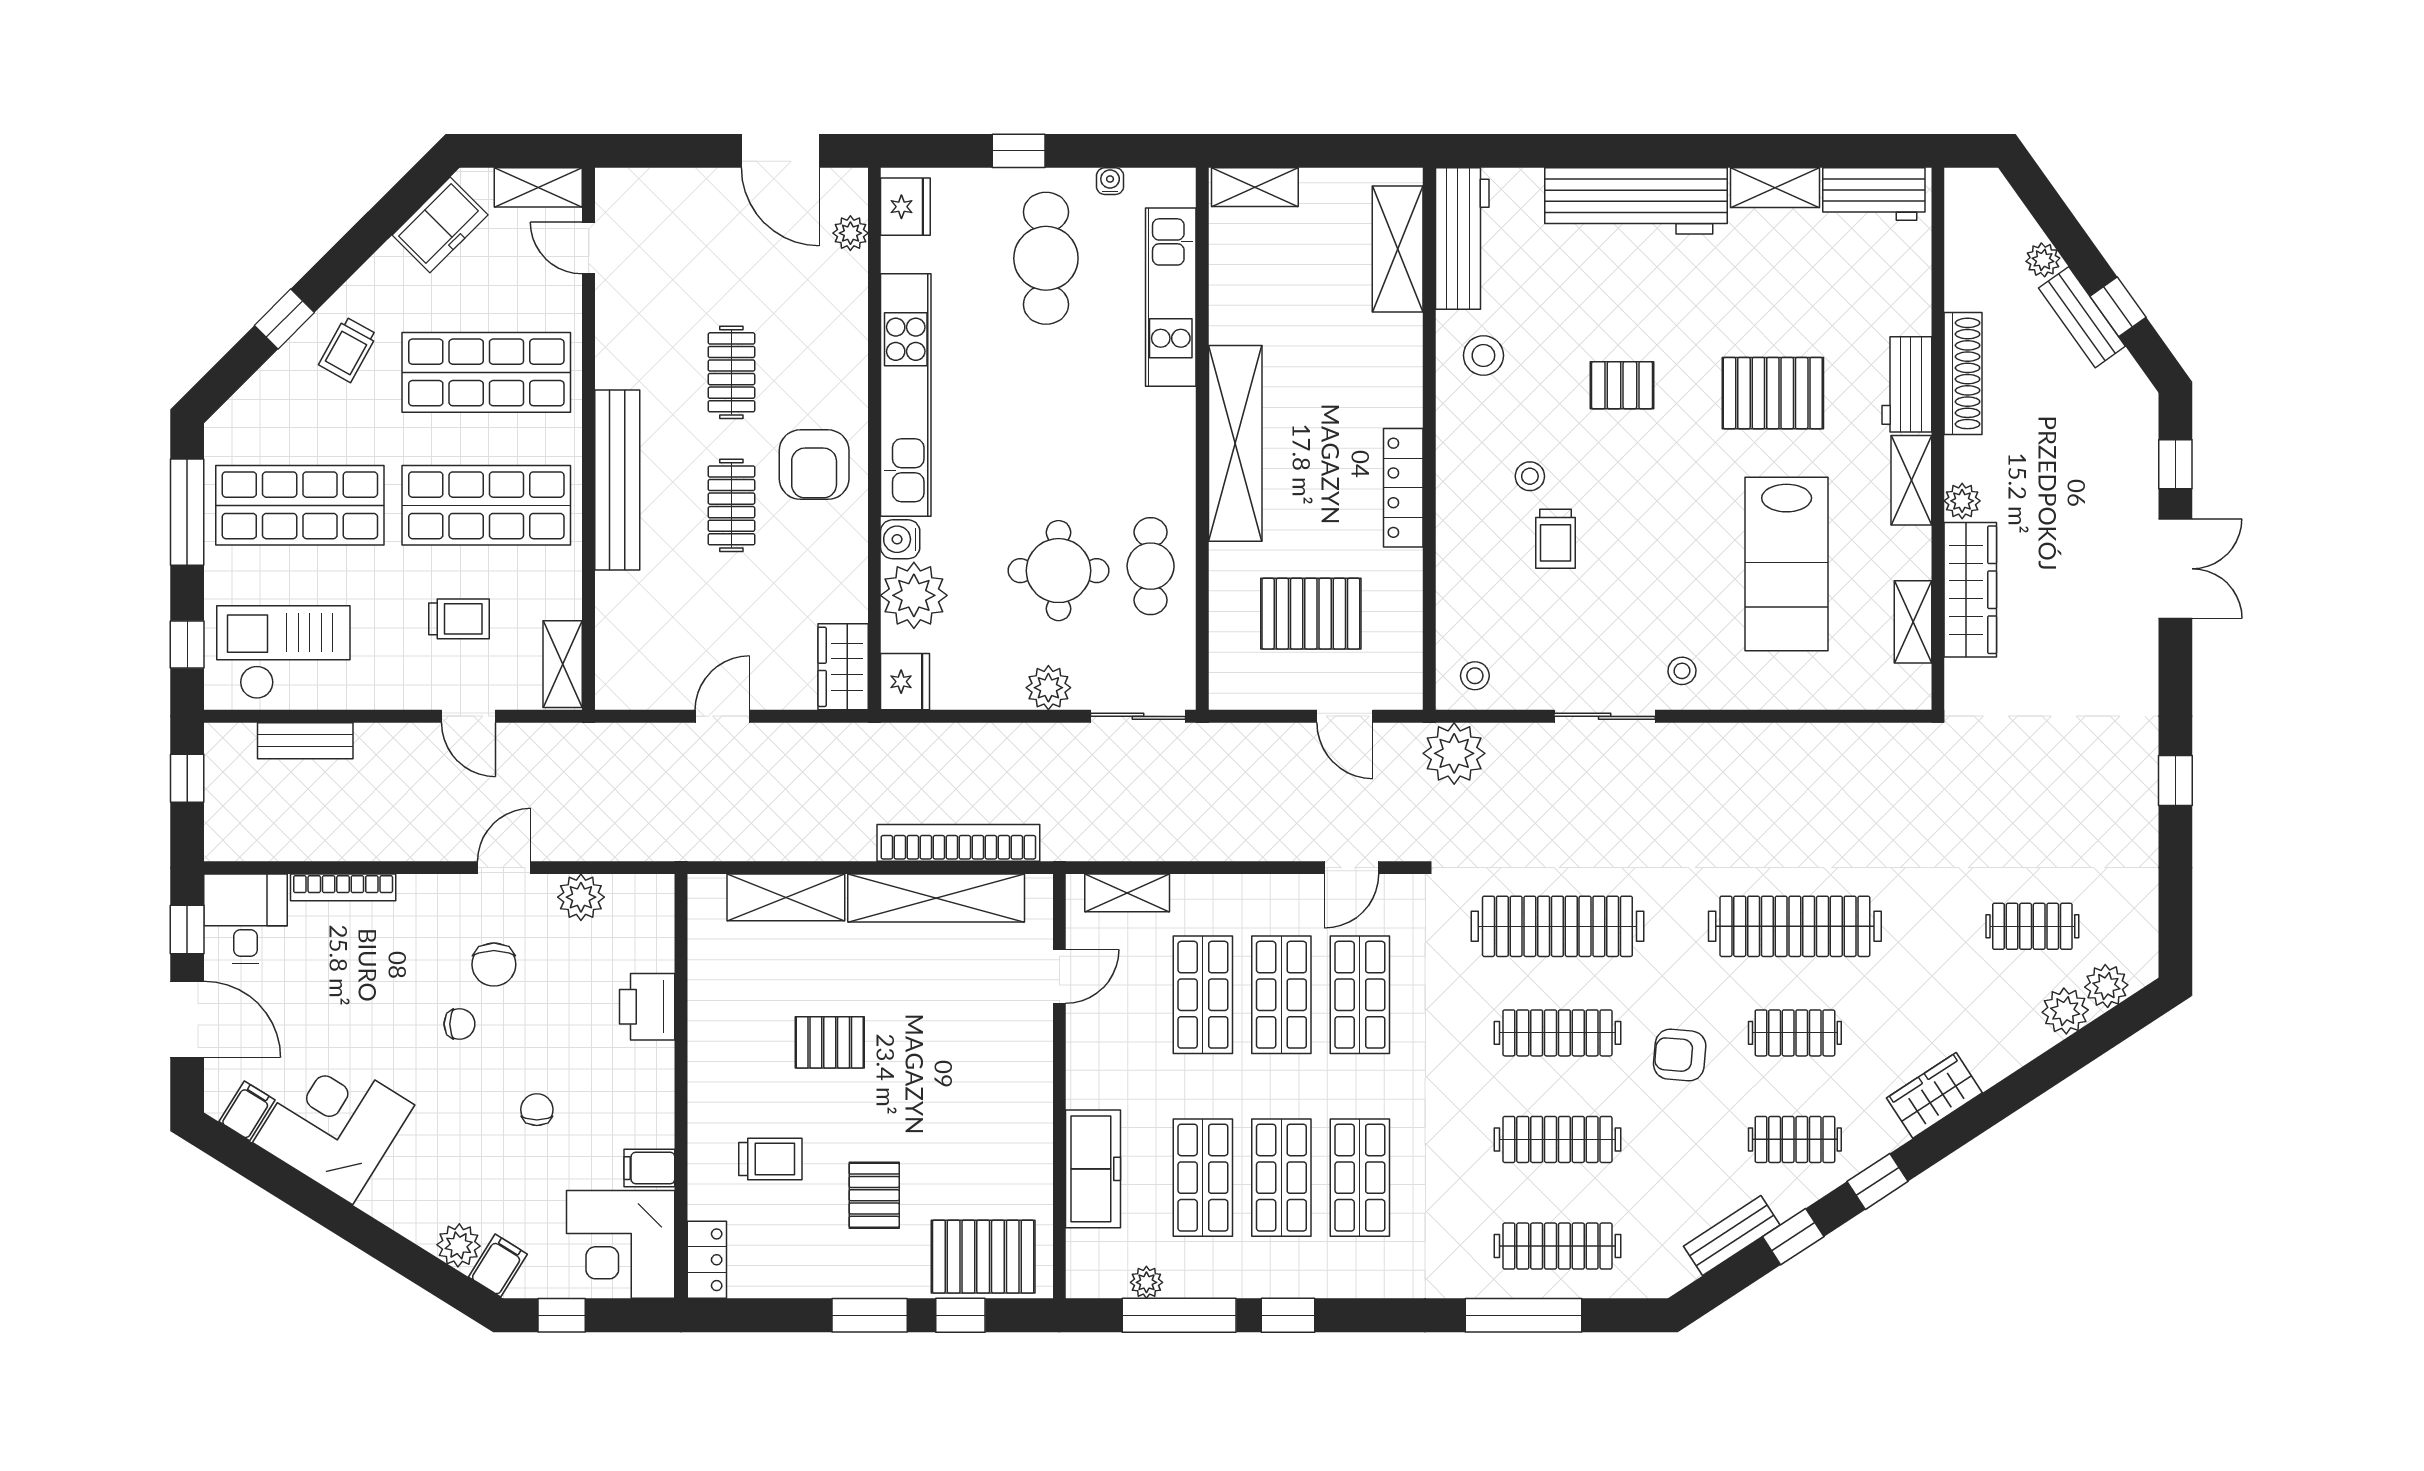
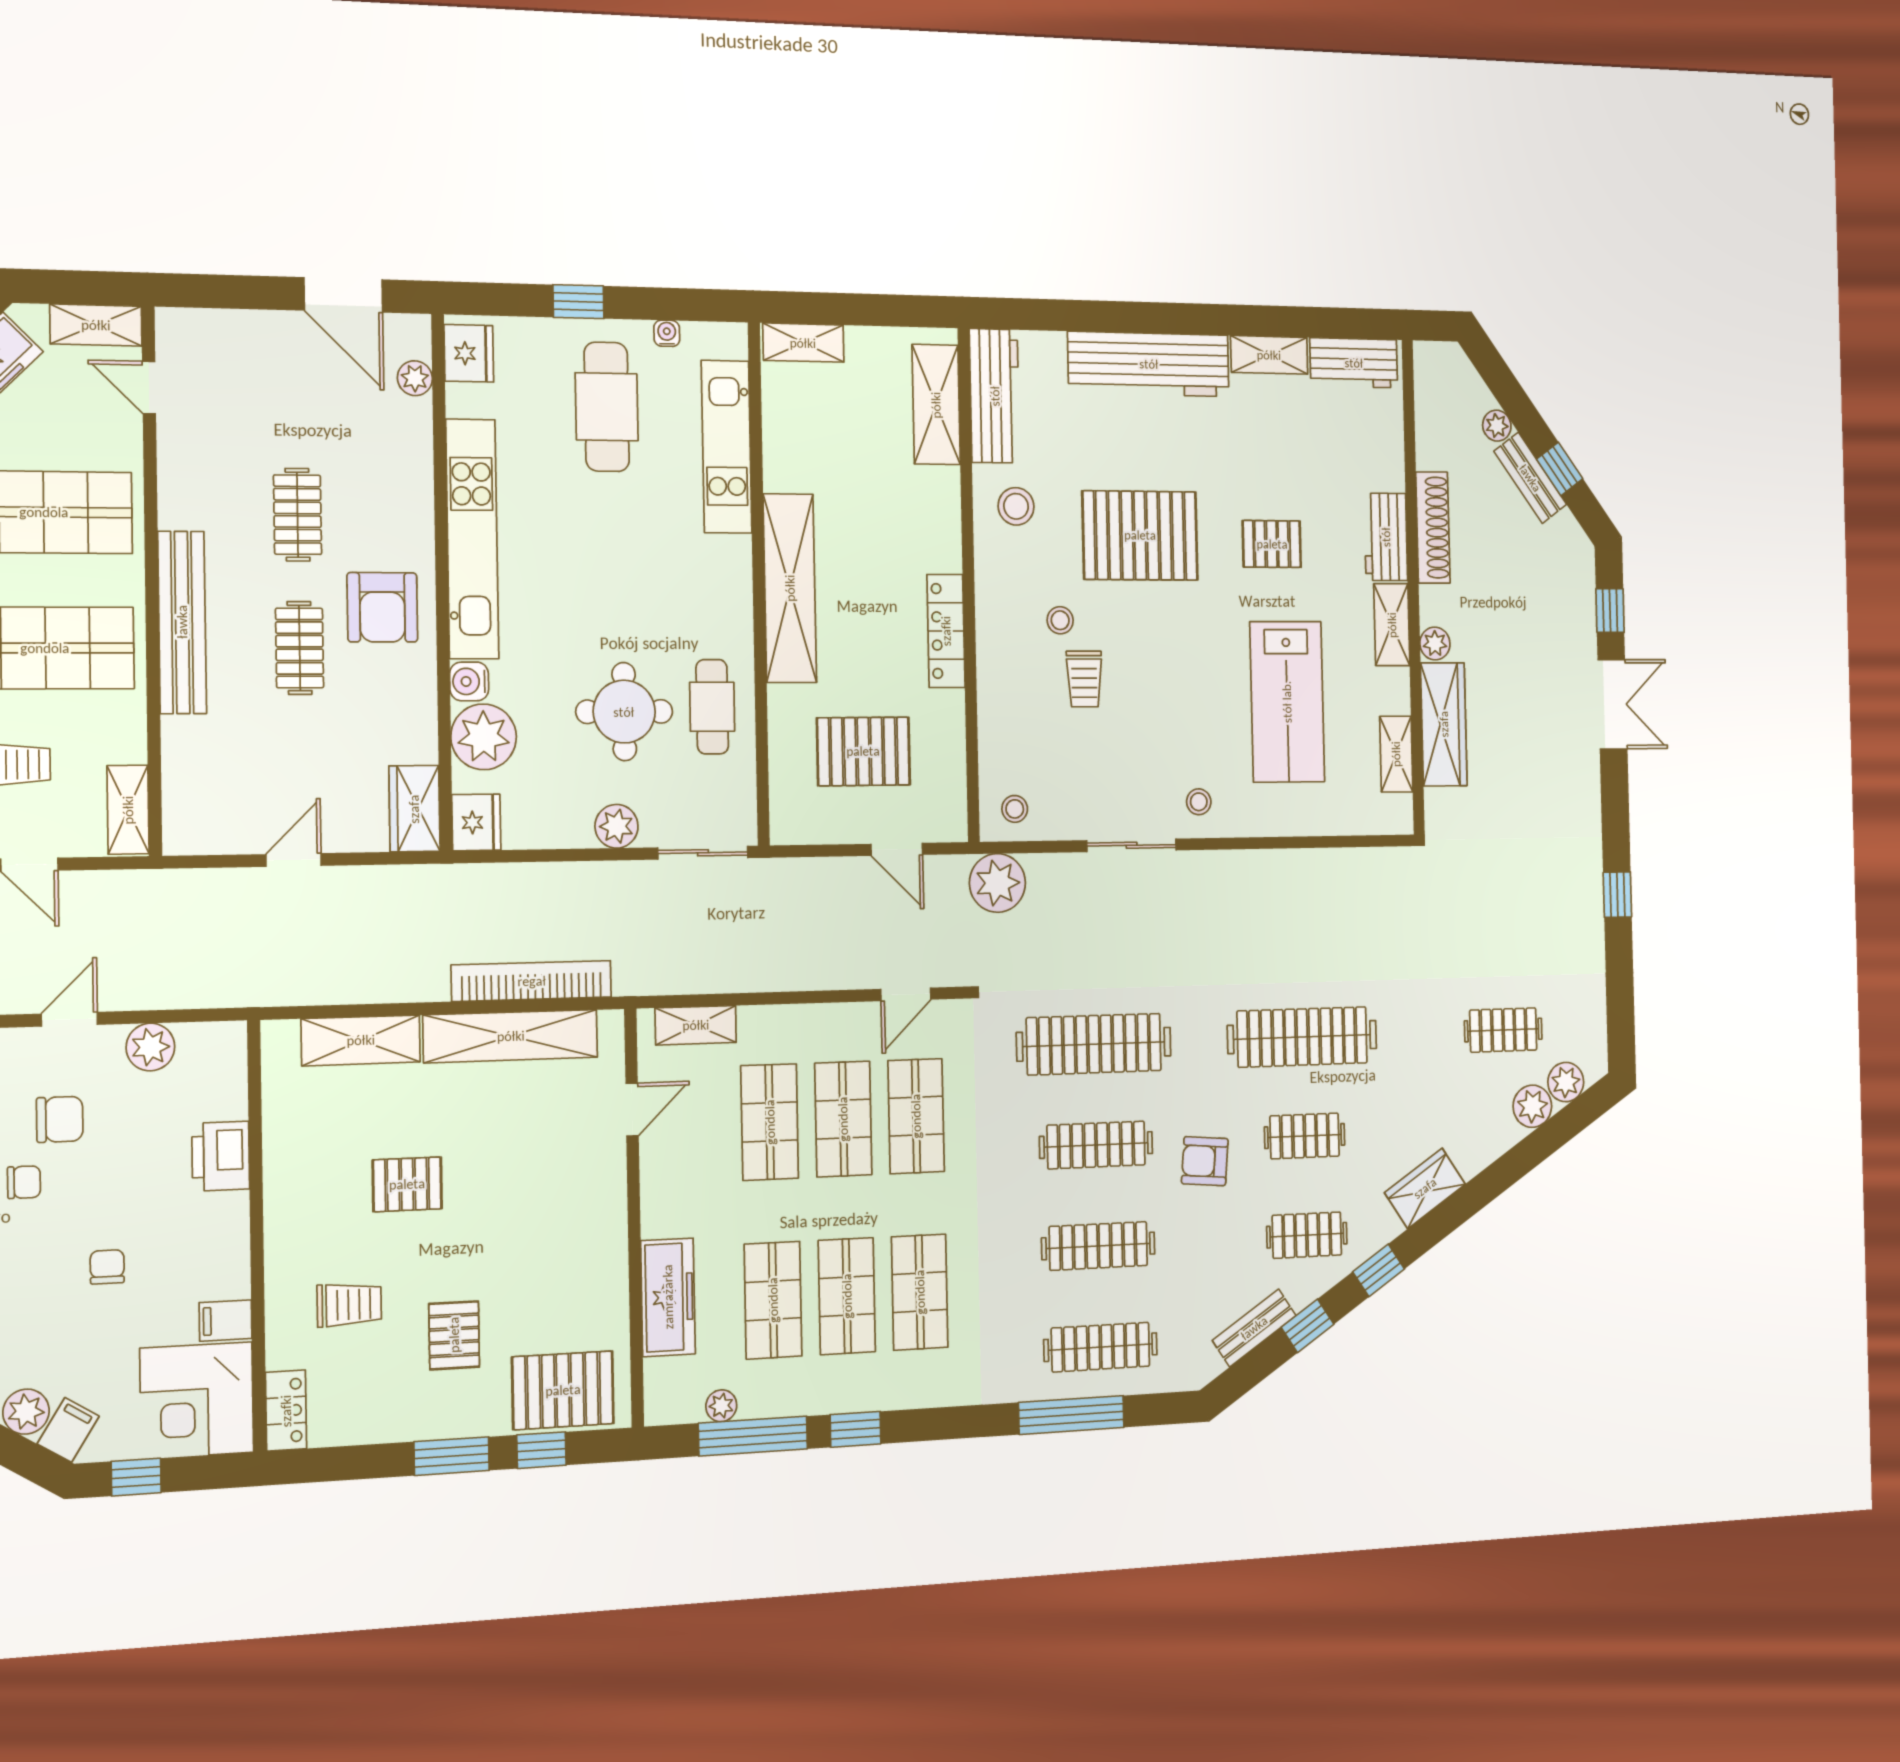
pallet: (1622, 385) -> (1140, 535), width x2.05, depth x2.00
pallet: (1773, 393) -> (1272, 544), width x0.67, depth x0.71
chair: (494, 965) -> (60, 1119), turned -90

